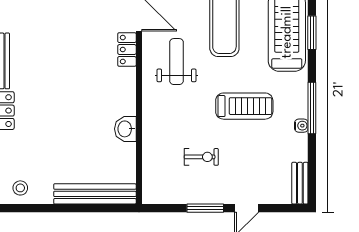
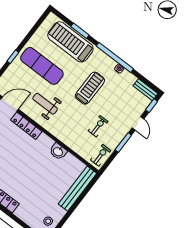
locker: (127, 50) -> (26, 126), width x1.53
window: (312, 108) -> (115, 57), width x1.46
exercise bike: (164, 191) -> (101, 155), added
window: (285, 208) -> (152, 106), added

